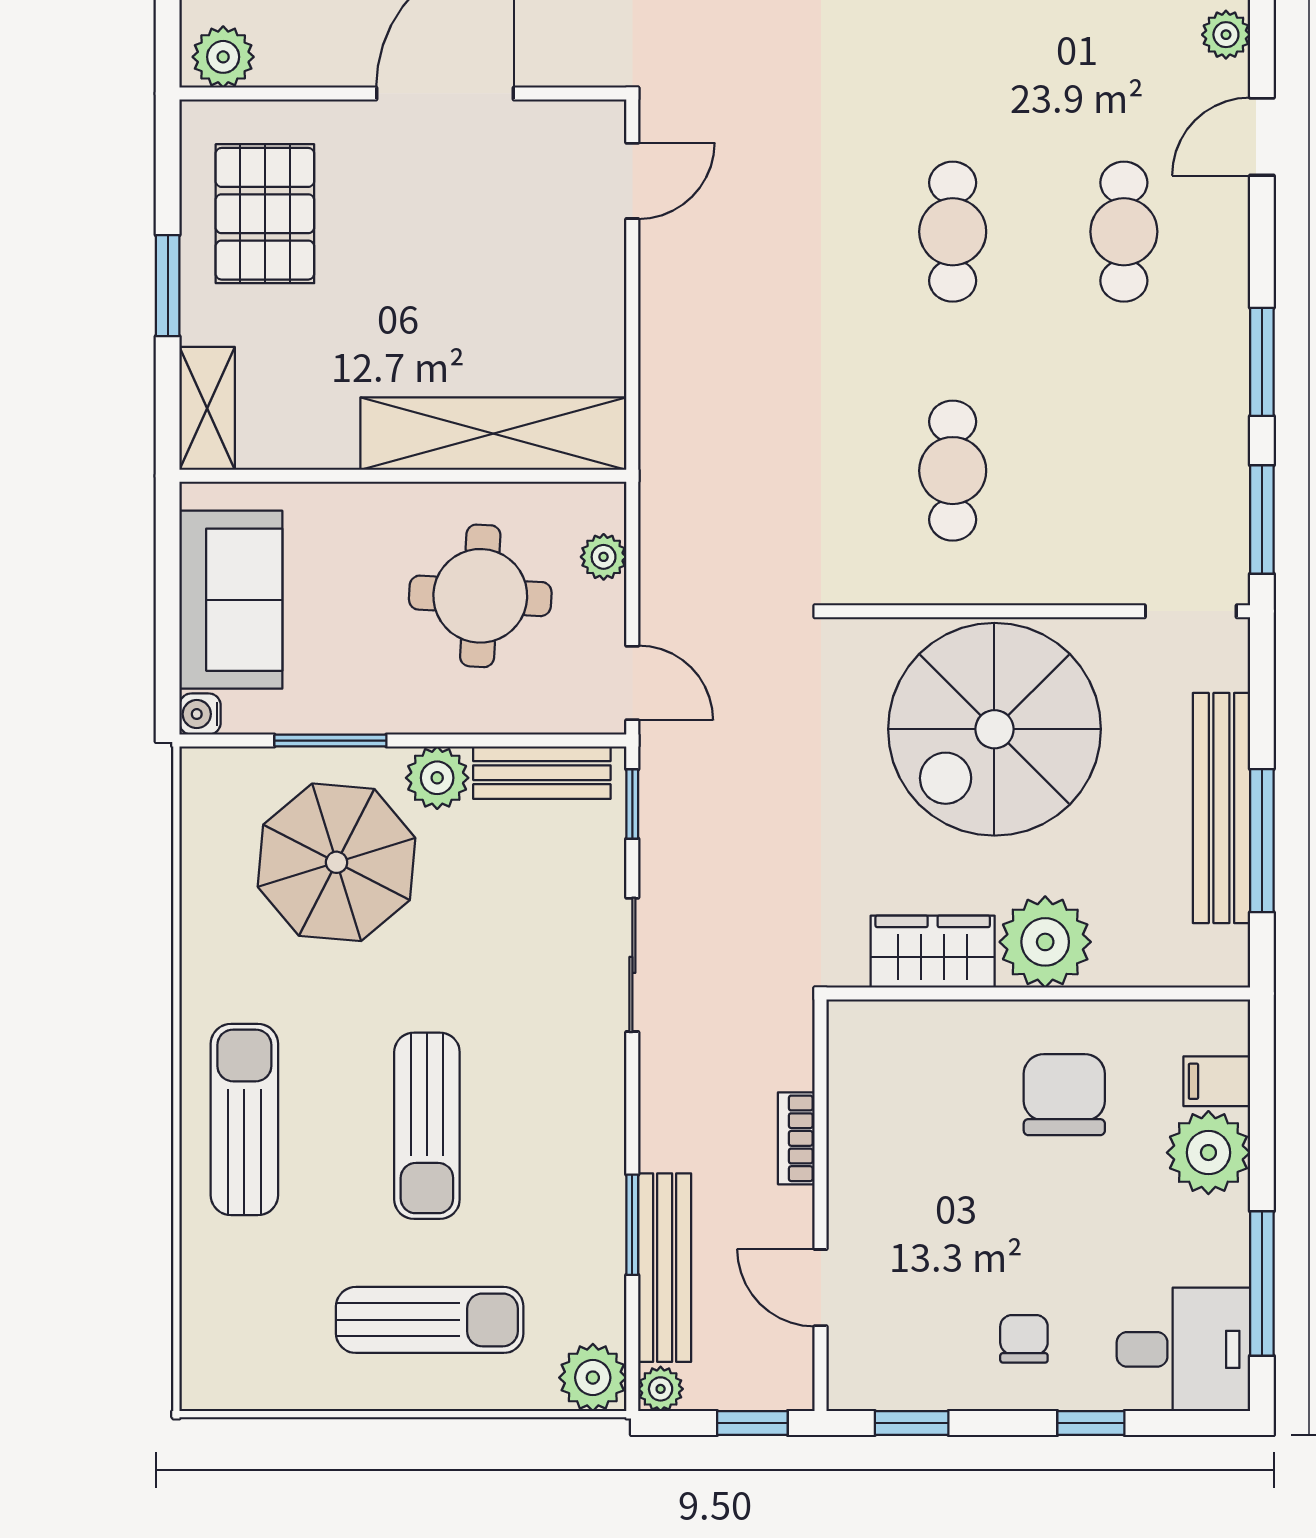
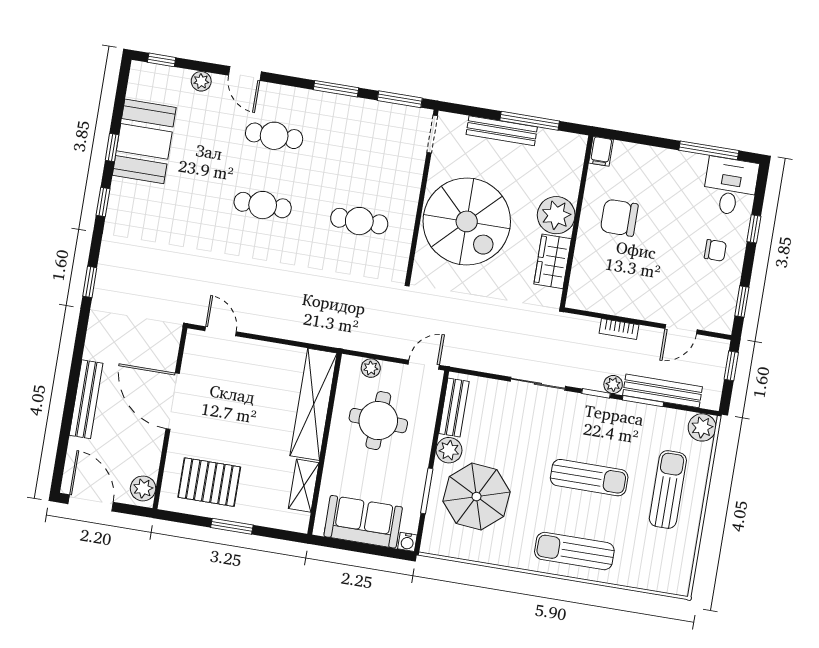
shelving: (207, 408) -> (304, 486), moved, turned 90
window: (632, 804) -> (596, 393), moved
bench: (1221, 808) -> (502, 131), width x0.73, depth x0.82
filing cabinet: (1217, 1081) -> (601, 151), moved
plant: (1208, 1153) -> (652, 163), removed
chair: (1024, 1339) -> (715, 250), turned 180
plant: (661, 1389) -> (613, 384), moved

